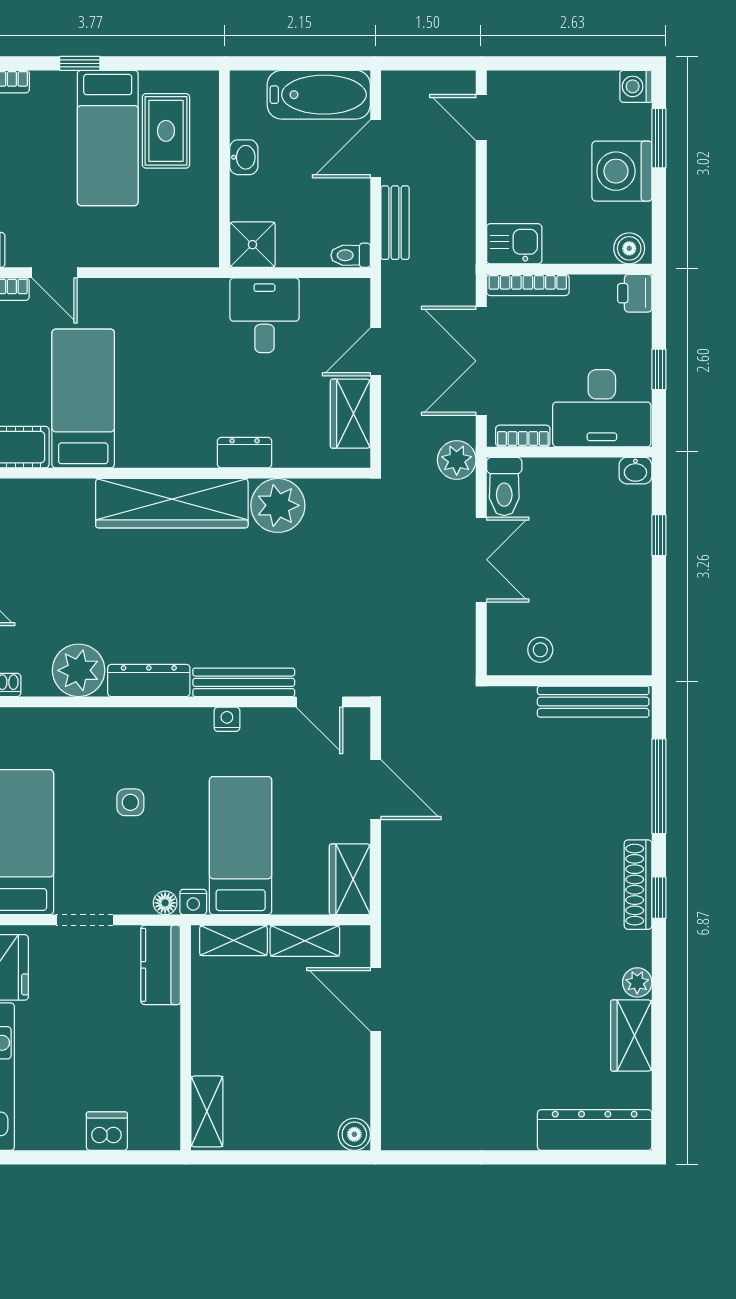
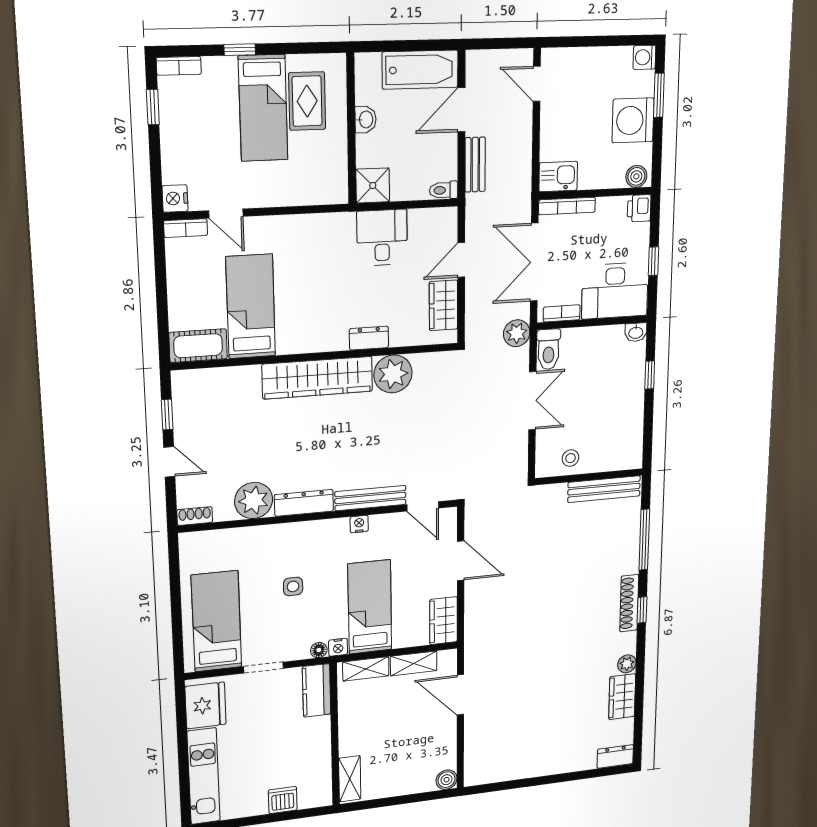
dresser: (595, 1130) -> (615, 756), width x0.51, depth x0.80

